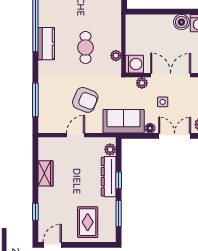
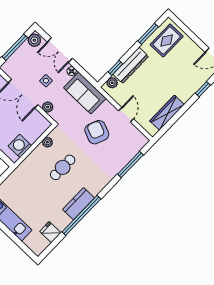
kitchen counter: (46, 44) -> (79, 204), moved
washing machine: (134, 64) -> (20, 146), moved
door: (76, 135) -> (126, 115), swing flipped
wardrobe: (46, 173) -> (167, 113), width x1.50
window: (119, 180) -> (115, 68), moved
rug: (88, 222) -> (167, 40), moved

